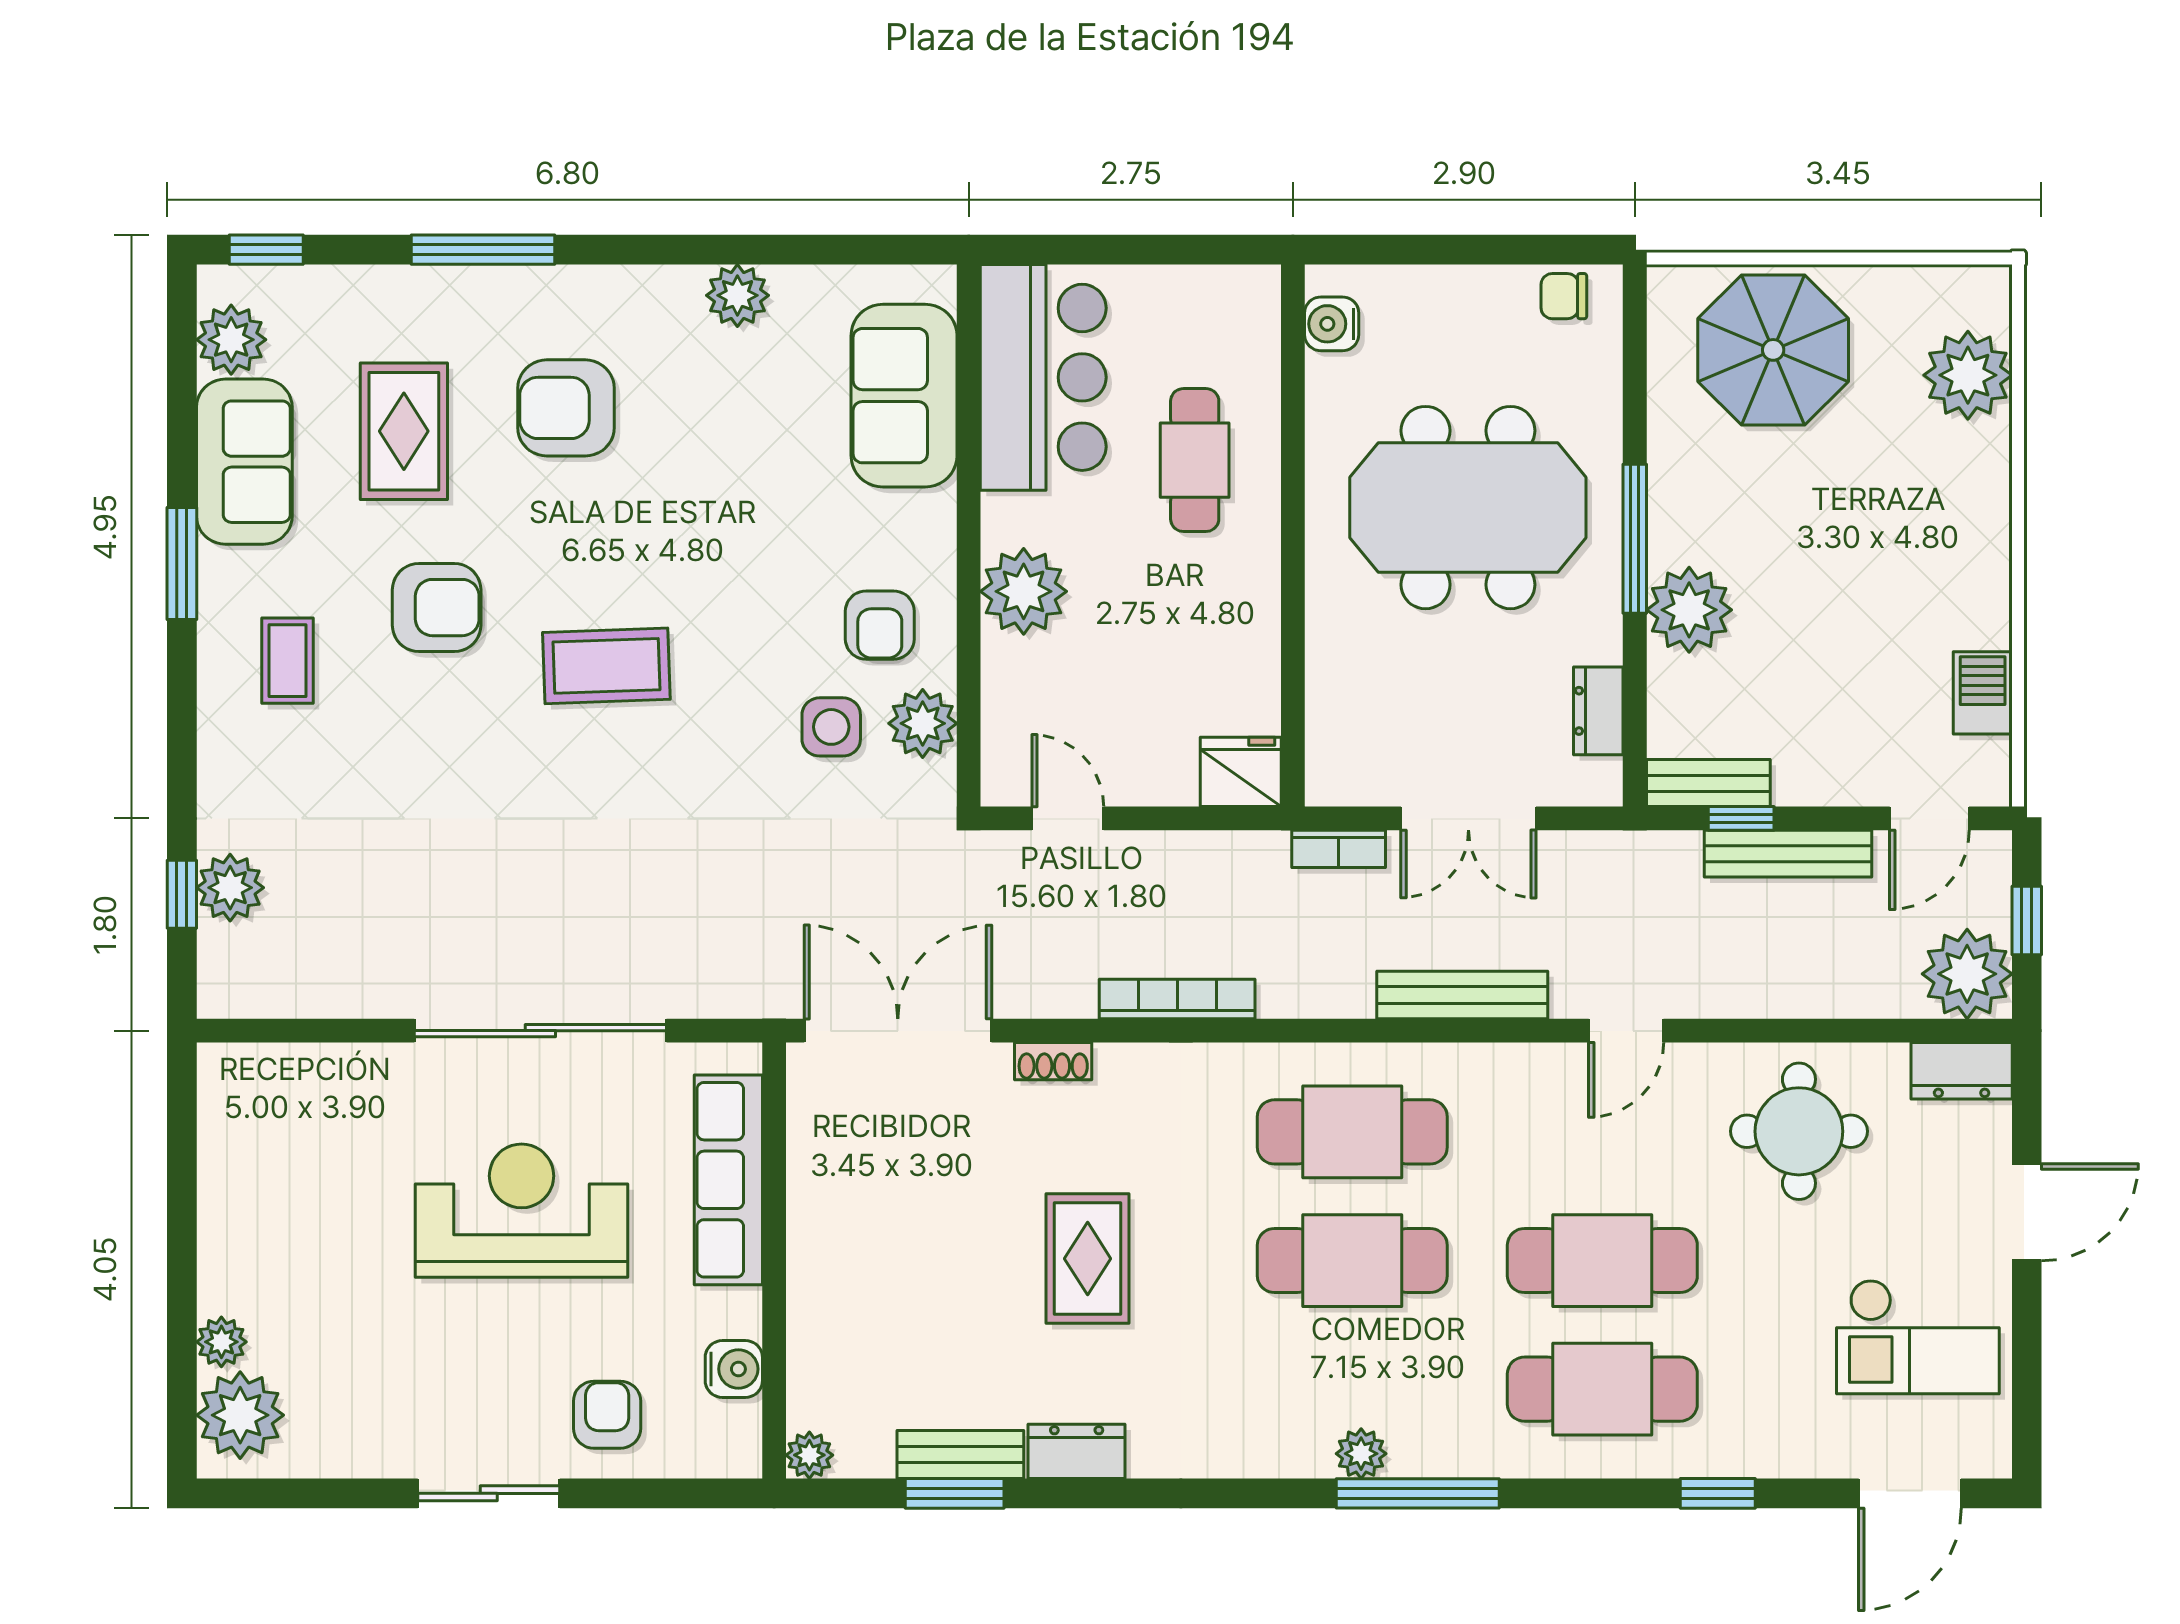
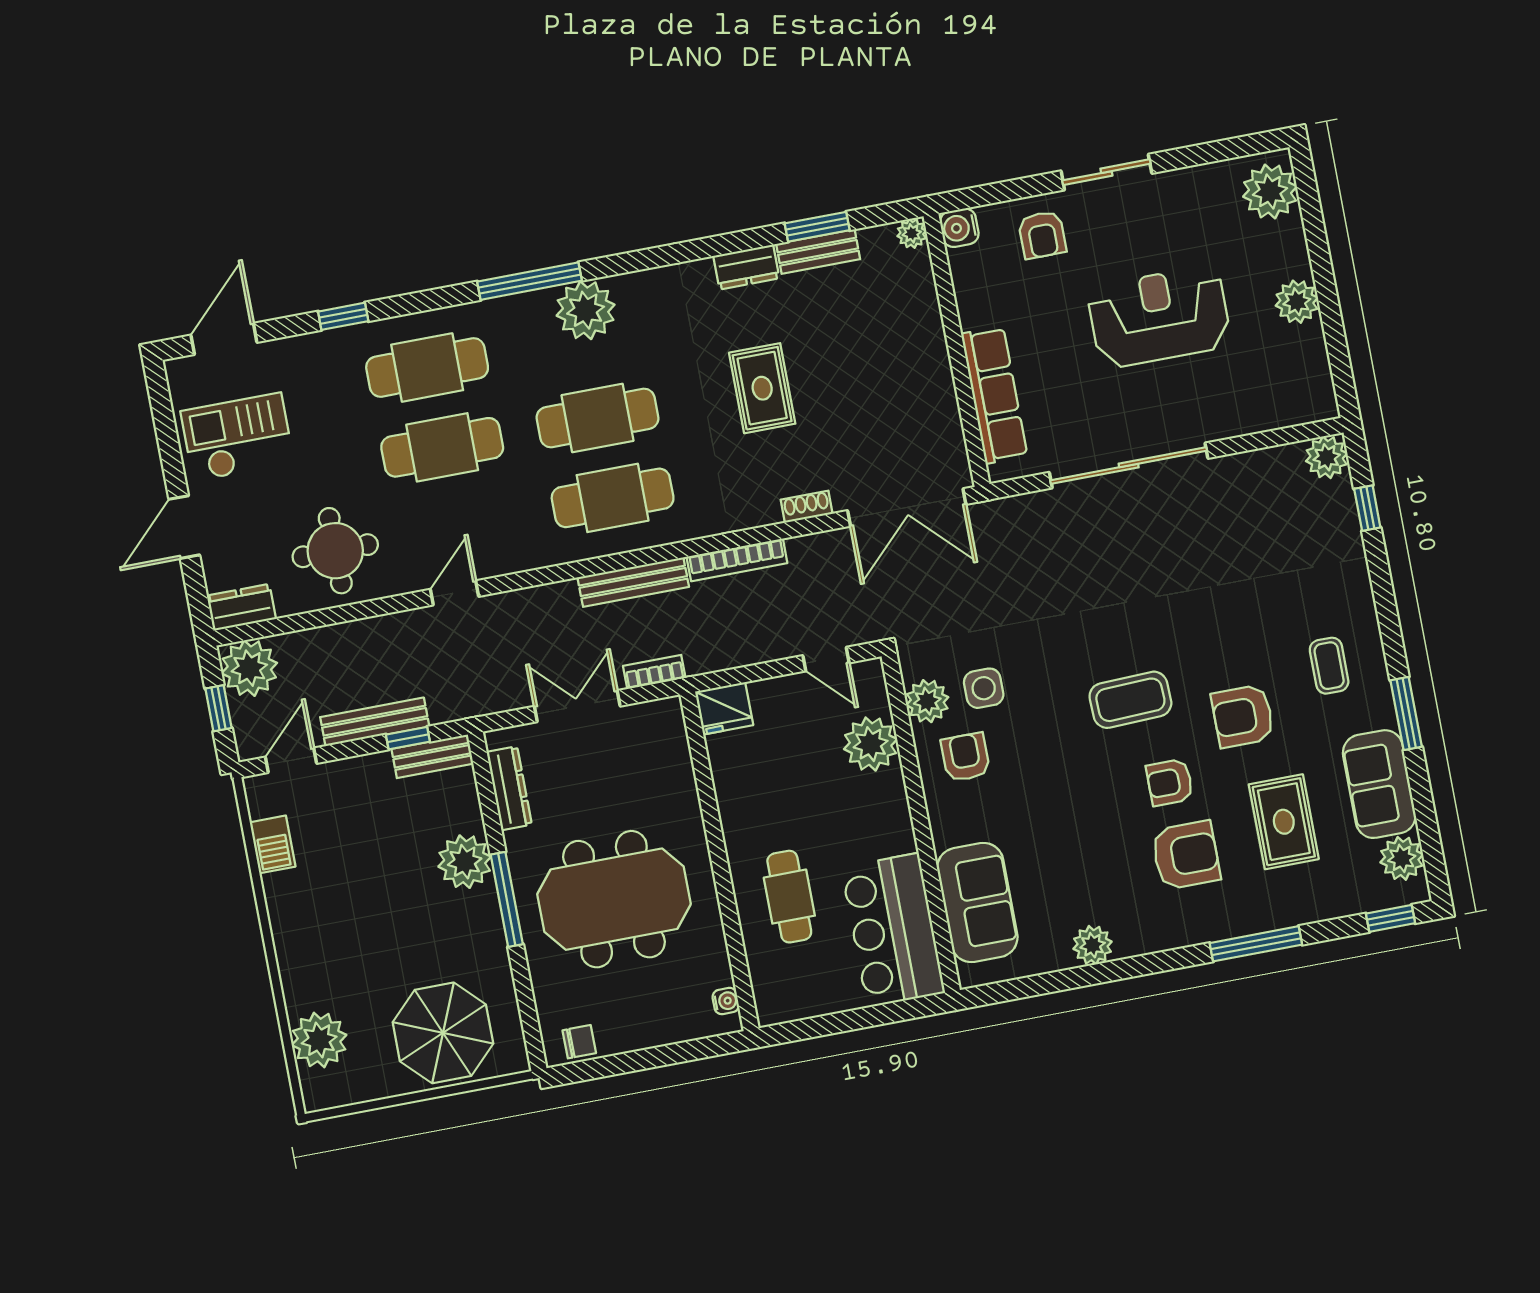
water cooler: (1332, 324) -> (726, 1001), width x0.72, depth x0.72
armchair: (570, 526) -> (1170, 782), added
plant: (1024, 591) -> (871, 744), moved
dresser: (1598, 711) -> (509, 788), width x1.44
plant: (230, 888) -> (1327, 457), moved
bench: (1462, 995) -> (633, 582), moved
reception desk: (522, 1211) -> (1159, 317), moved, turned 180
plant: (221, 1342) -> (1297, 302), moved, width x1.38, depth x1.38
water cooler: (734, 1369) -> (959, 228), moved
plant: (1361, 1454) -> (586, 310), width x1.87, depth x1.87

